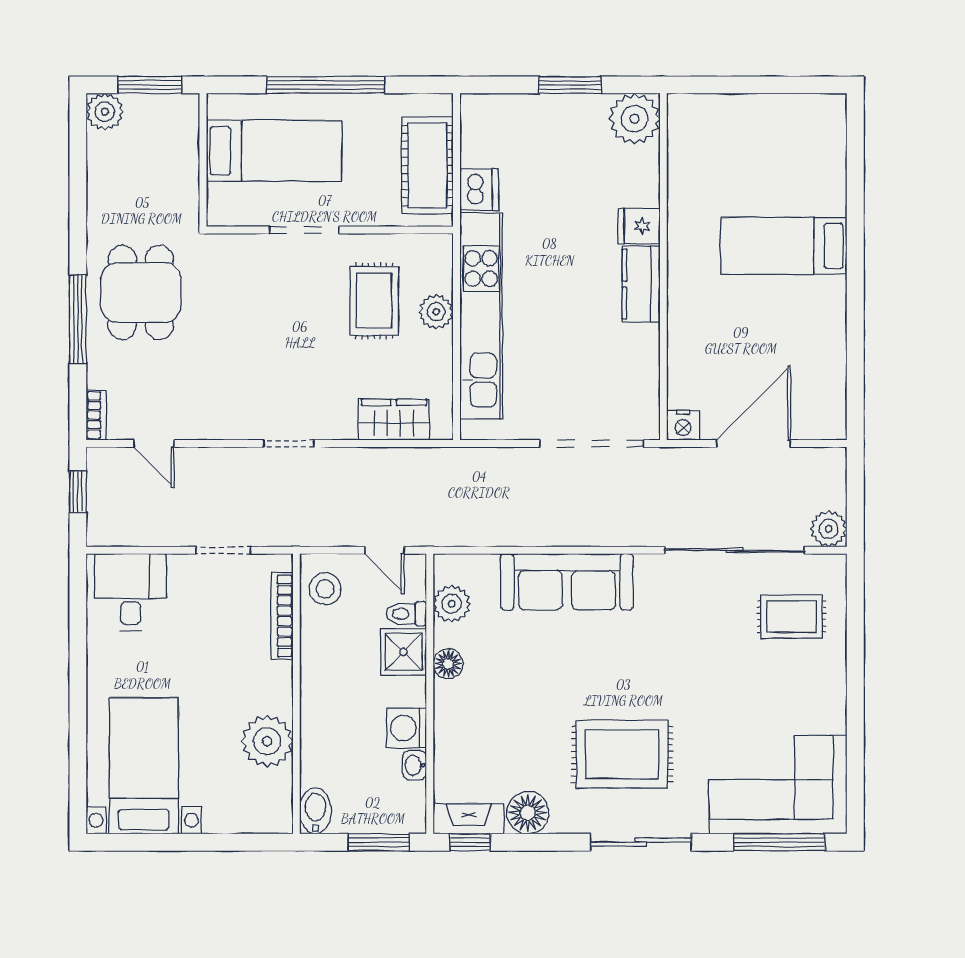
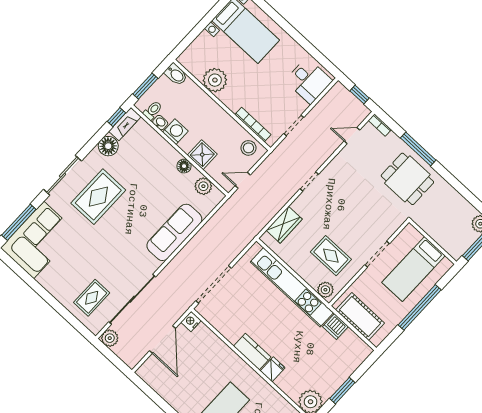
plant: (436, 312) -> (325, 290), moved
toilet: (406, 614) -> (153, 110), moved

